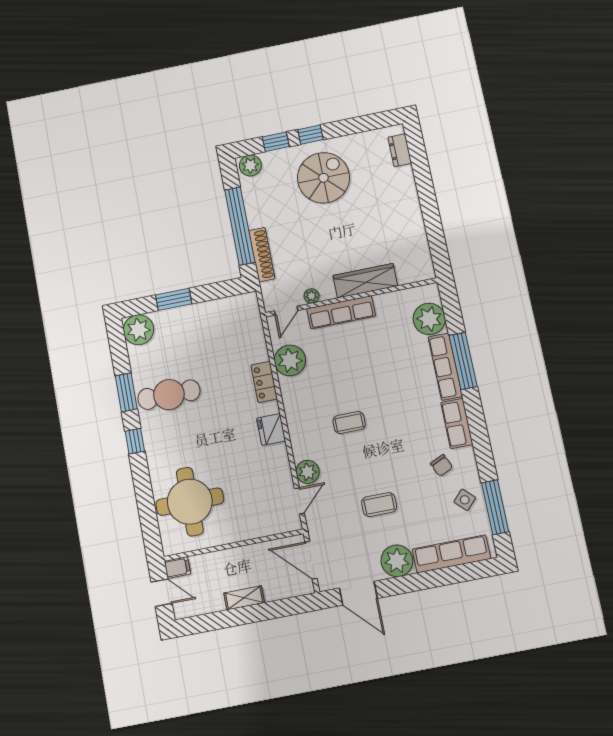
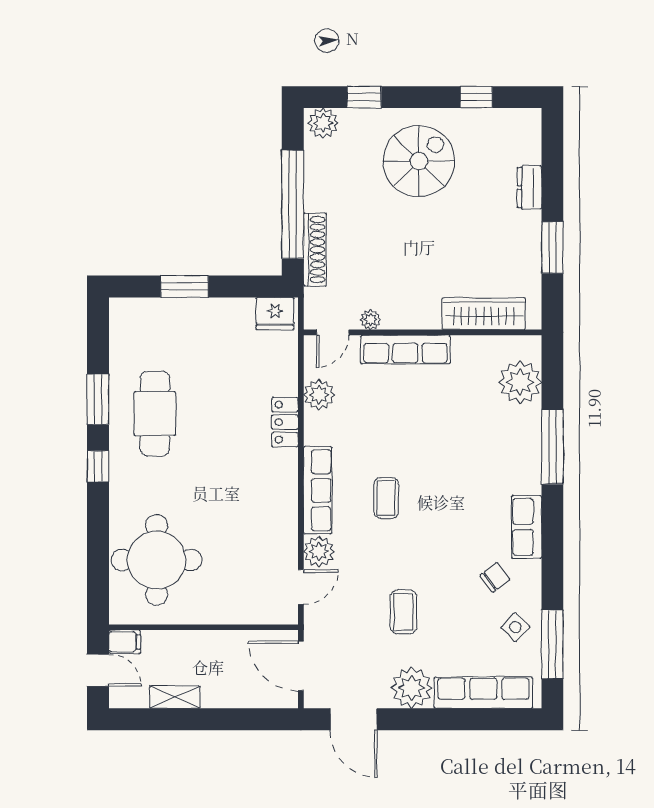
window: (311, 135) -> (476, 97), moved
dresser: (400, 150) -> (529, 187), moved
window: (432, 218) -> (552, 247), added
wardrobe: (365, 281) -> (484, 314), moved
plant: (139, 330) -> (130, 318), removed
plant: (290, 360) -> (319, 395), width x0.73, depth x0.73
row of seats: (445, 367) -> (318, 490), moved, turned 180
cafe table: (169, 395) -> (155, 414), turned 90
coffee table: (349, 423) -> (386, 498), turned 90
fridge: (271, 429) -> (275, 314), moved, turned -90
chair: (442, 465) -> (495, 577), turned -103
coffee table: (379, 505) -> (404, 612), turned 90
shelving: (244, 598) -> (175, 697), moved

